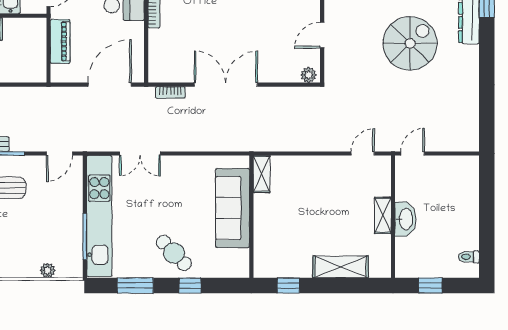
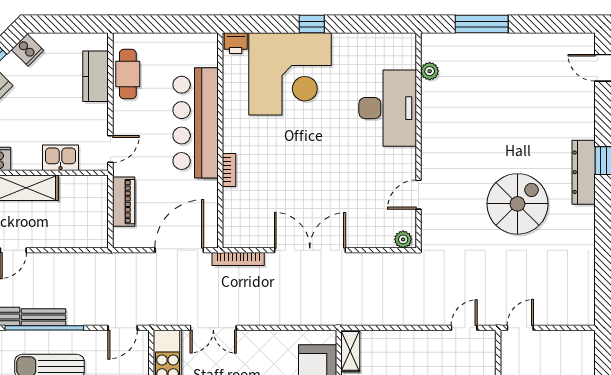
bookcase: (170, 92) -> (238, 259), width x1.56

